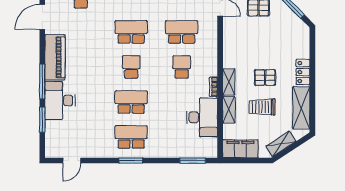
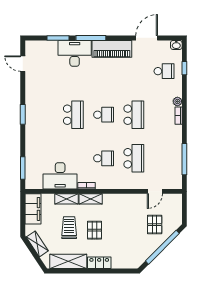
door: (42, 17) -> (147, 38), hinge flipped
school desk: (131, 137) -> (43, 115), removed

